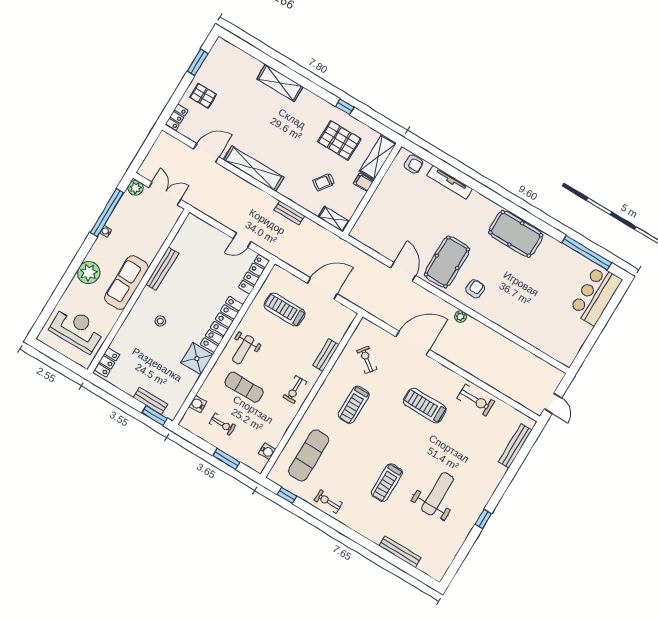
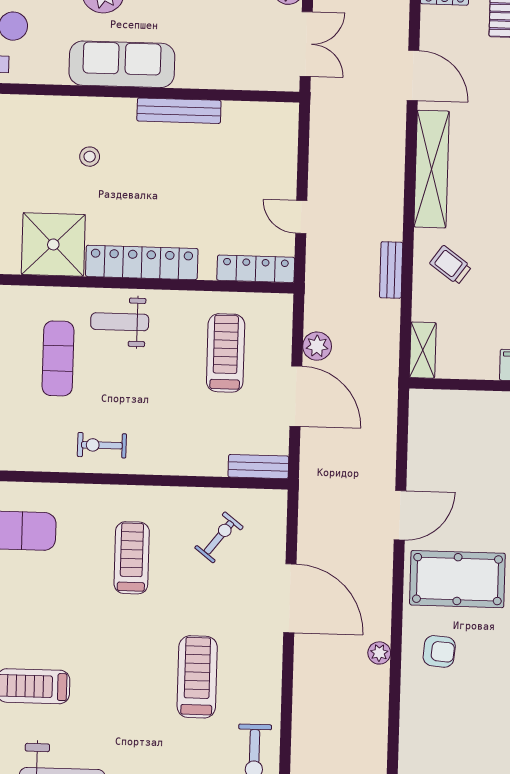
trolley: (324, 182) -> (450, 265), moved
plant: (305, 266) -> (317, 346), added
bench: (326, 355) -> (258, 467), moved
shower: (197, 359) -> (53, 244), width x1.37, depth x1.37
treadmill: (354, 405) -> (132, 558), turned 90

